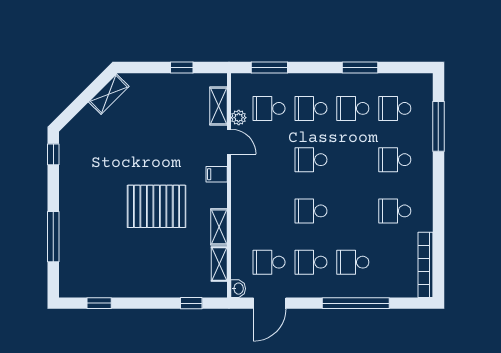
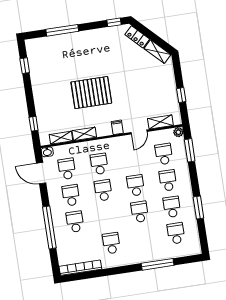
plant: (239, 118) -> (178, 132), moved
locker: (81, 122) -> (137, 37), added
window: (438, 126) -> (158, 264), moved
school desk: (395, 160) -> (140, 212), moved
pallet: (157, 206) -> (91, 93), turned 90
school desk: (269, 211) -> (99, 164), added

